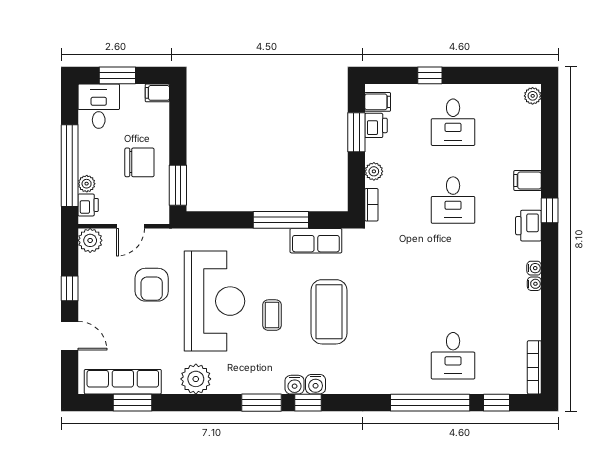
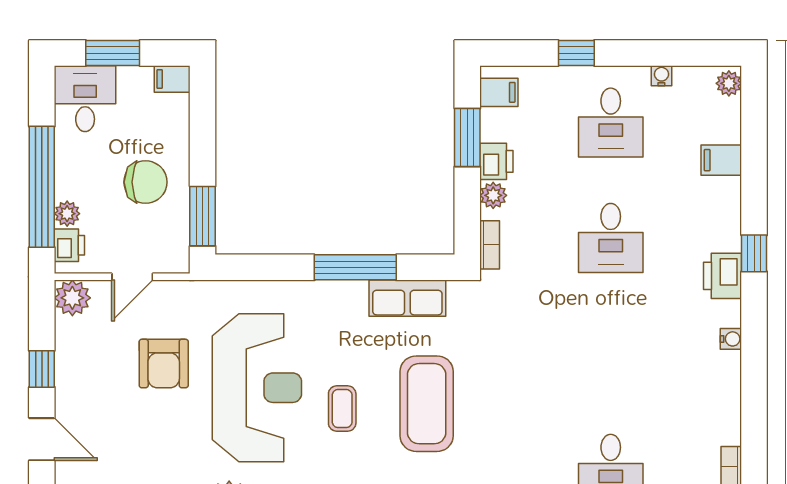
printer: (376, 125) -> (496, 161), moved
filing cabinet: (528, 181) -> (721, 160), moved
water cooler: (534, 284) -> (661, 76), moved, turned -90

